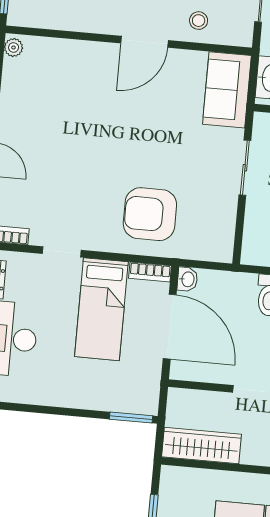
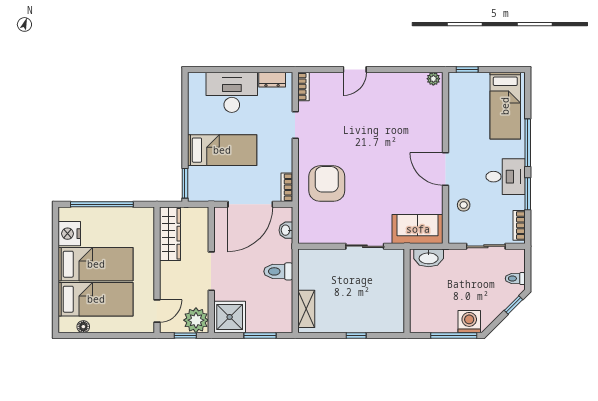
washbasin: (187, 279) -> (286, 230), moved, turned 90
bed: (101, 309) -> (222, 150), moved, turned 180

